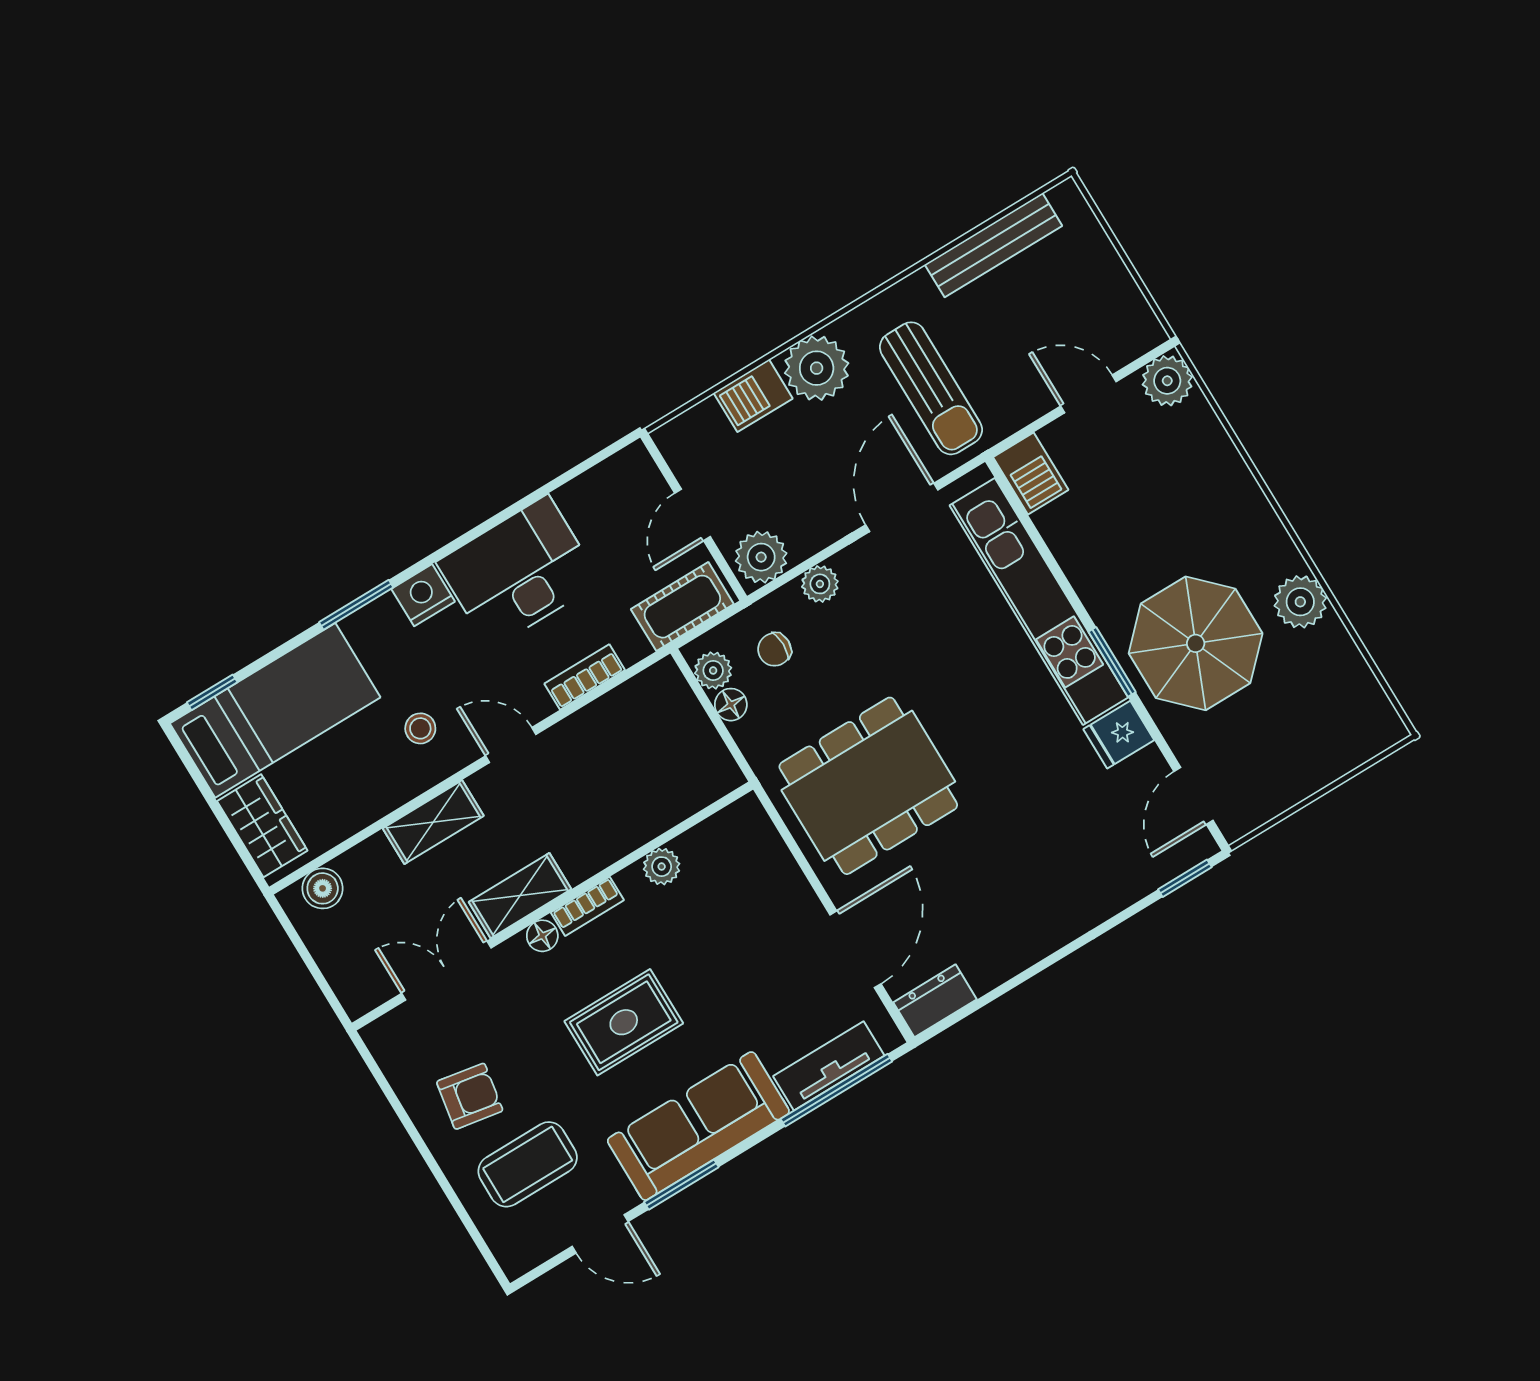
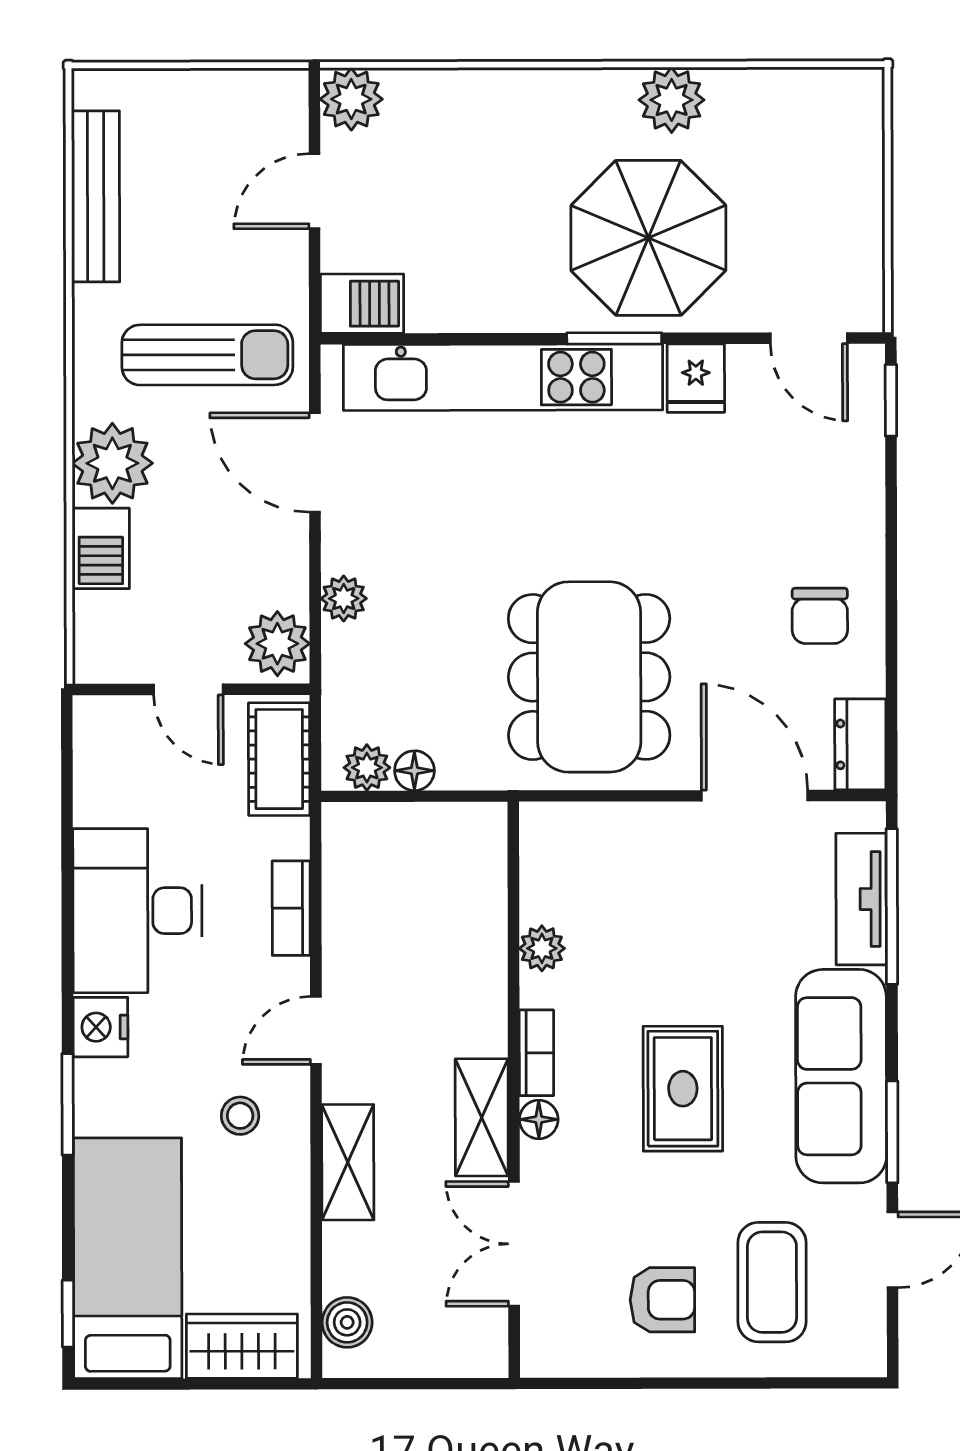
chair: (774, 649) -> (820, 616), moved, width x1.37, depth x1.37
armchair: (470, 1096) -> (662, 1300), turned 80

